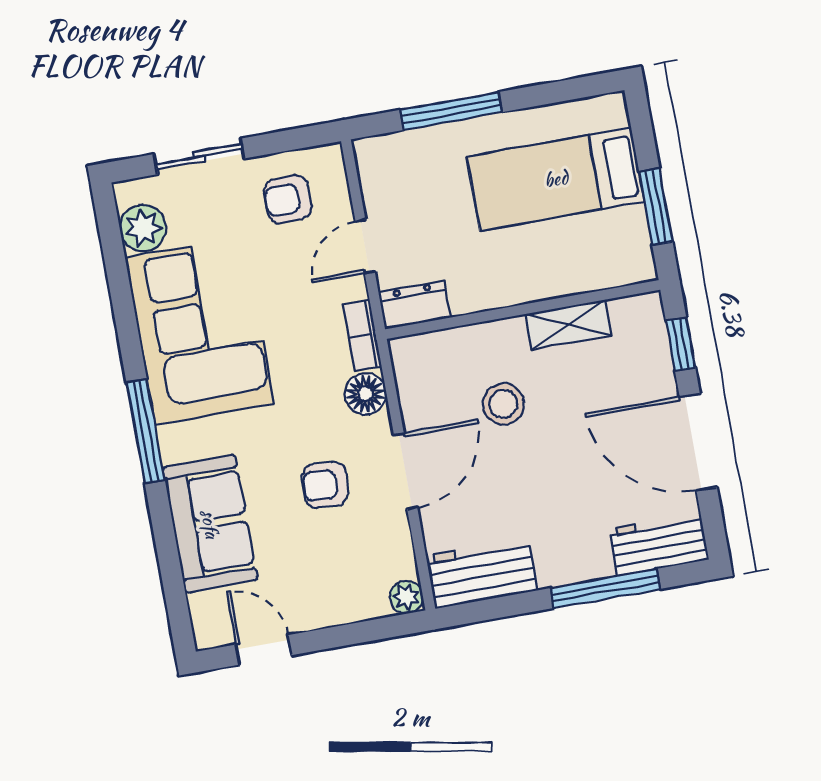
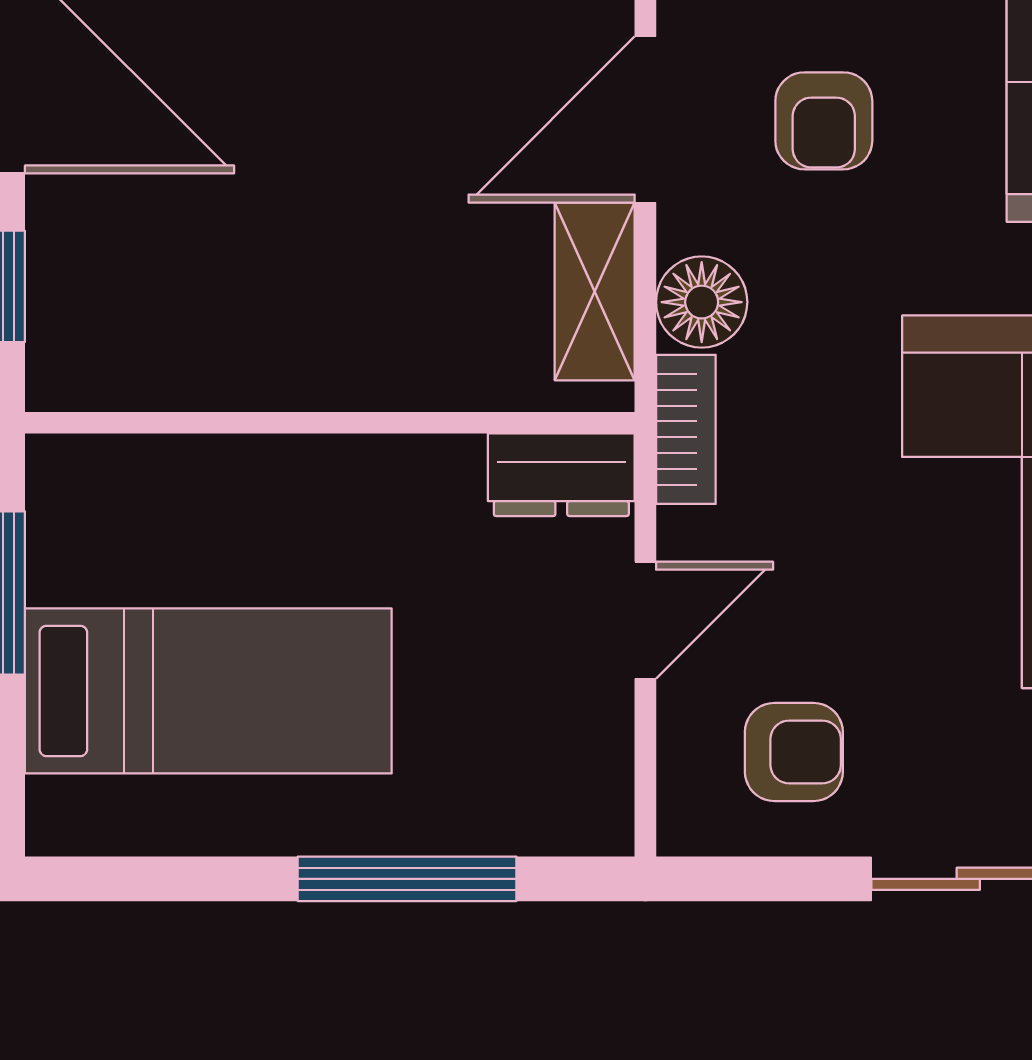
shelving: (568, 325) -> (595, 292), moved, turned 90
stool: (503, 404) -> (408, 226), removed
armchair: (325, 485) -> (824, 121), turned 86

